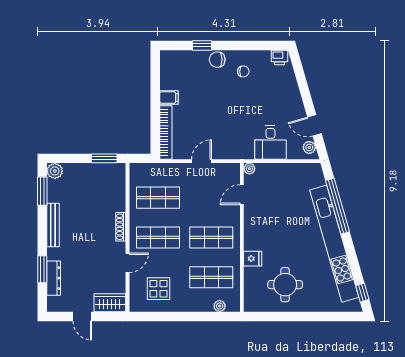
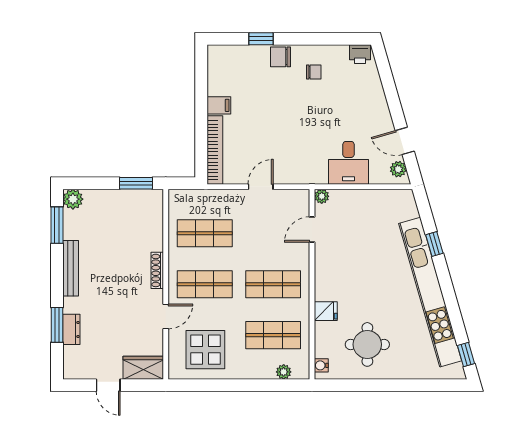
window: (337, 206) -> (434, 244), width x0.32
dresser: (54, 278) -> (71, 329), width x0.70
display table: (158, 289) -> (205, 350), width x1.36, depth x1.36
water cooler: (249, 301) -> (321, 365), added

